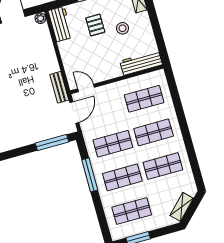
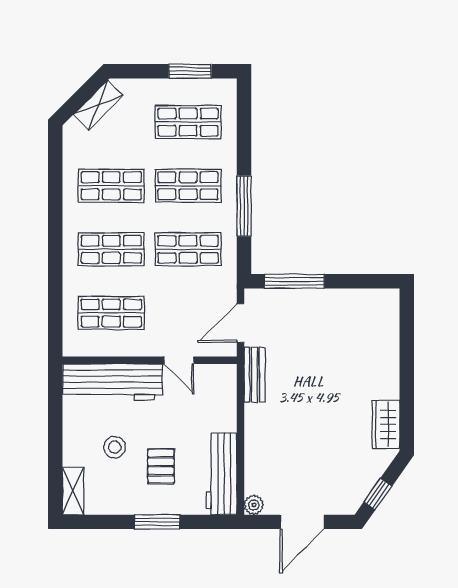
workbench: (60, 24) -> (222, 474), width x1.38
workbench: (141, 63) -> (112, 382), width x1.36, depth x1.32
door: (86, 88) -> (179, 360), moved

